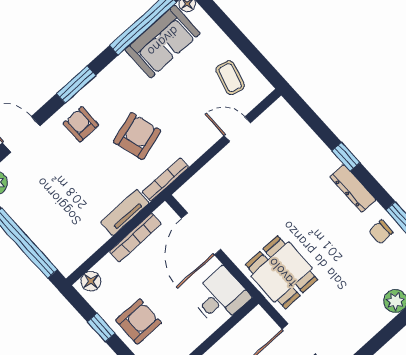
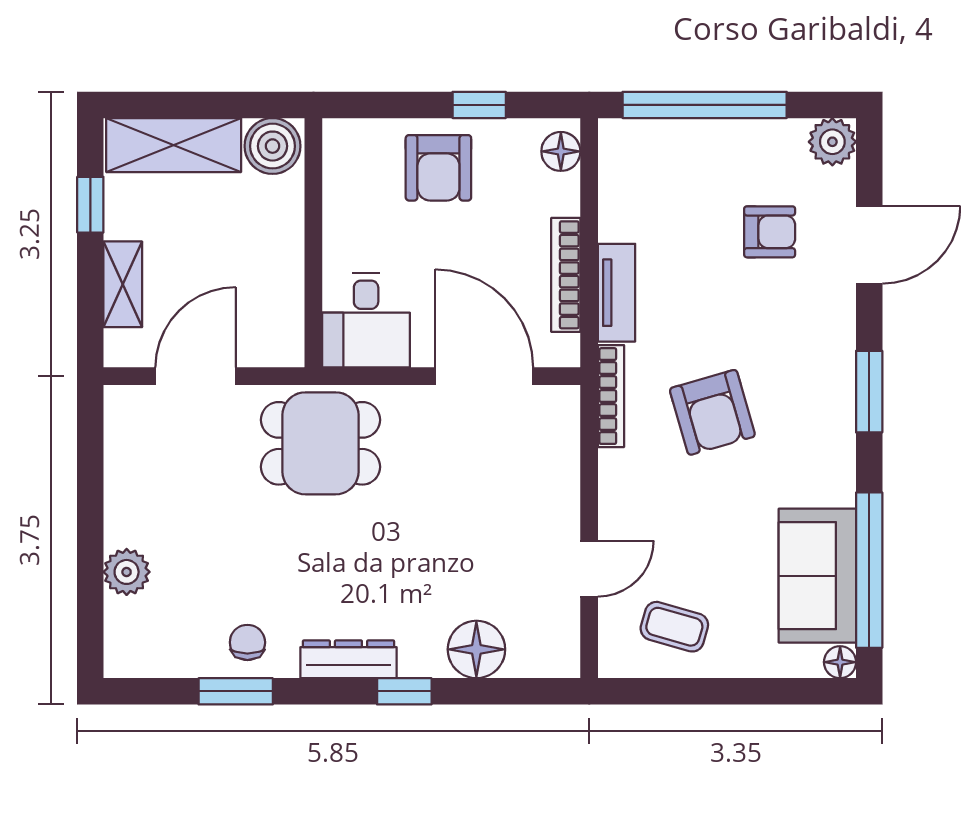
armchair: (81, 124) -> (770, 232), moved
floor lamp: (306, 144) -> (476, 649), added

